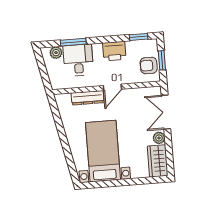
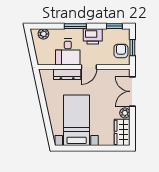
window: (73, 42) -> (75, 26), moved
desk: (78, 60) -> (68, 52), moved, turned 180
armchair: (149, 65) -> (121, 51), turned 90

